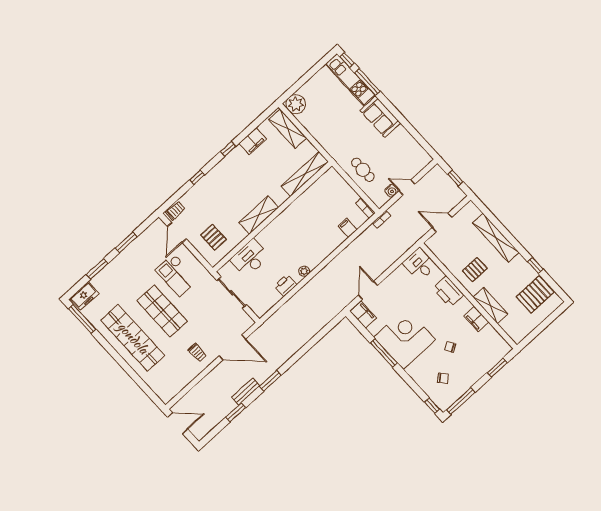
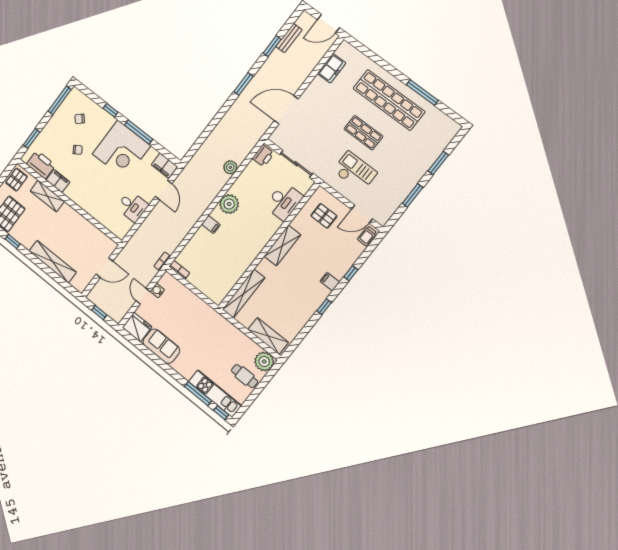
sofa: (380, 117) -> (161, 346), moved
filing cabinet: (253, 141) -> (330, 282), moved, width x0.50
fridge: (418, 157) -> (137, 327), added
cafe table: (363, 170) -> (245, 376), moved
door: (407, 187) -> (143, 296), swing flipped
filing cabinet: (348, 228) -> (211, 225), moved
door: (177, 233) -> (362, 214), swing flipped
desk: (420, 264) -> (132, 206), moved
pallet: (475, 270) -> (16, 180), moved
plant: (304, 271) -> (229, 204), width x1.87, depth x1.87
printer: (285, 285) -> (263, 156), moved
printer: (448, 292) -> (41, 165), moved
freezer: (84, 296) -> (332, 68), moved, turned 180
plant: (297, 301) -> (230, 167), added
shop shelf: (162, 311) -> (363, 133), width x0.70, depth x0.74
window: (82, 319) -> (422, 93), moved
trolley: (197, 352) -> (321, 98), removed
bench: (246, 392) -> (289, 38), moved
window: (432, 406) -> (111, 110), moved

